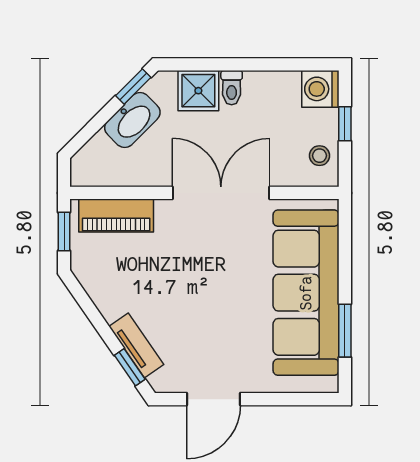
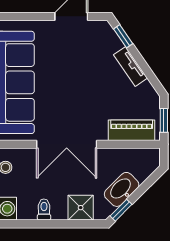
toilet: (232, 88) -> (44, 209), moved
tv unit: (136, 345) -> (131, 66), moved

